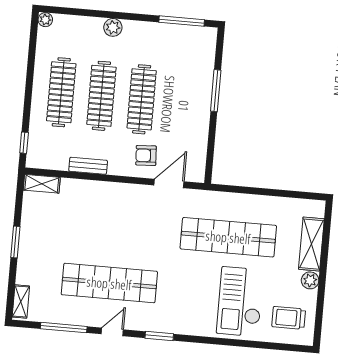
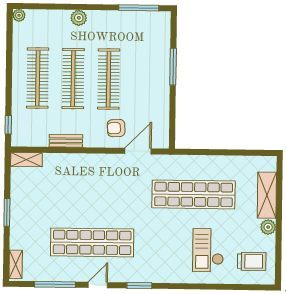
checkout: (240, 302) -> (208, 250), width x0.73, depth x0.83
trolley: (289, 318) -> (252, 261), turned 180

